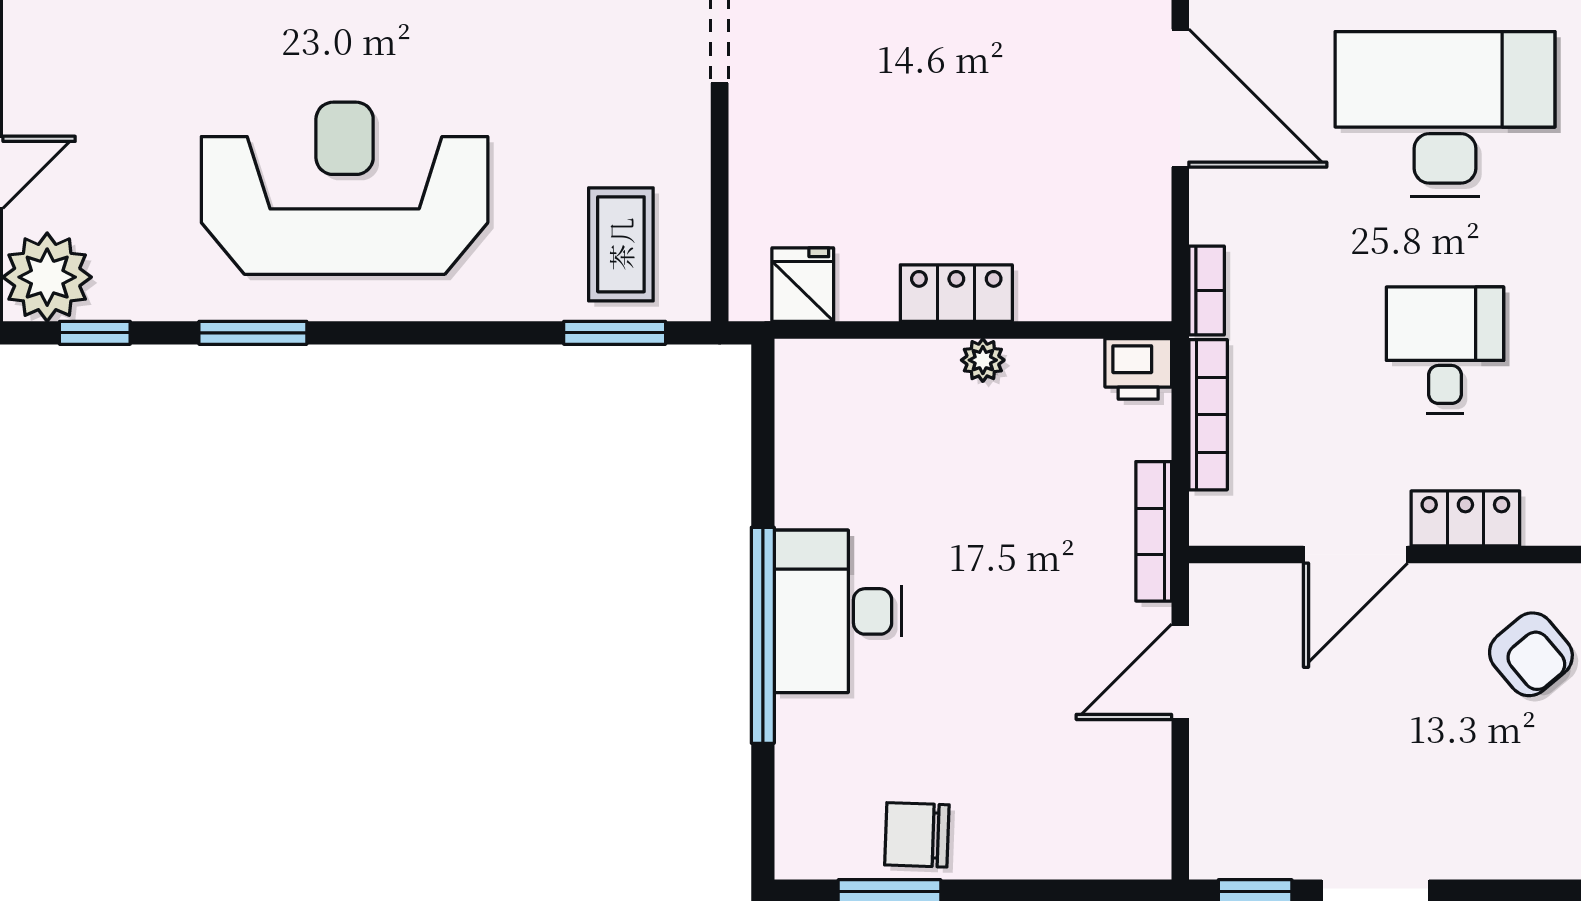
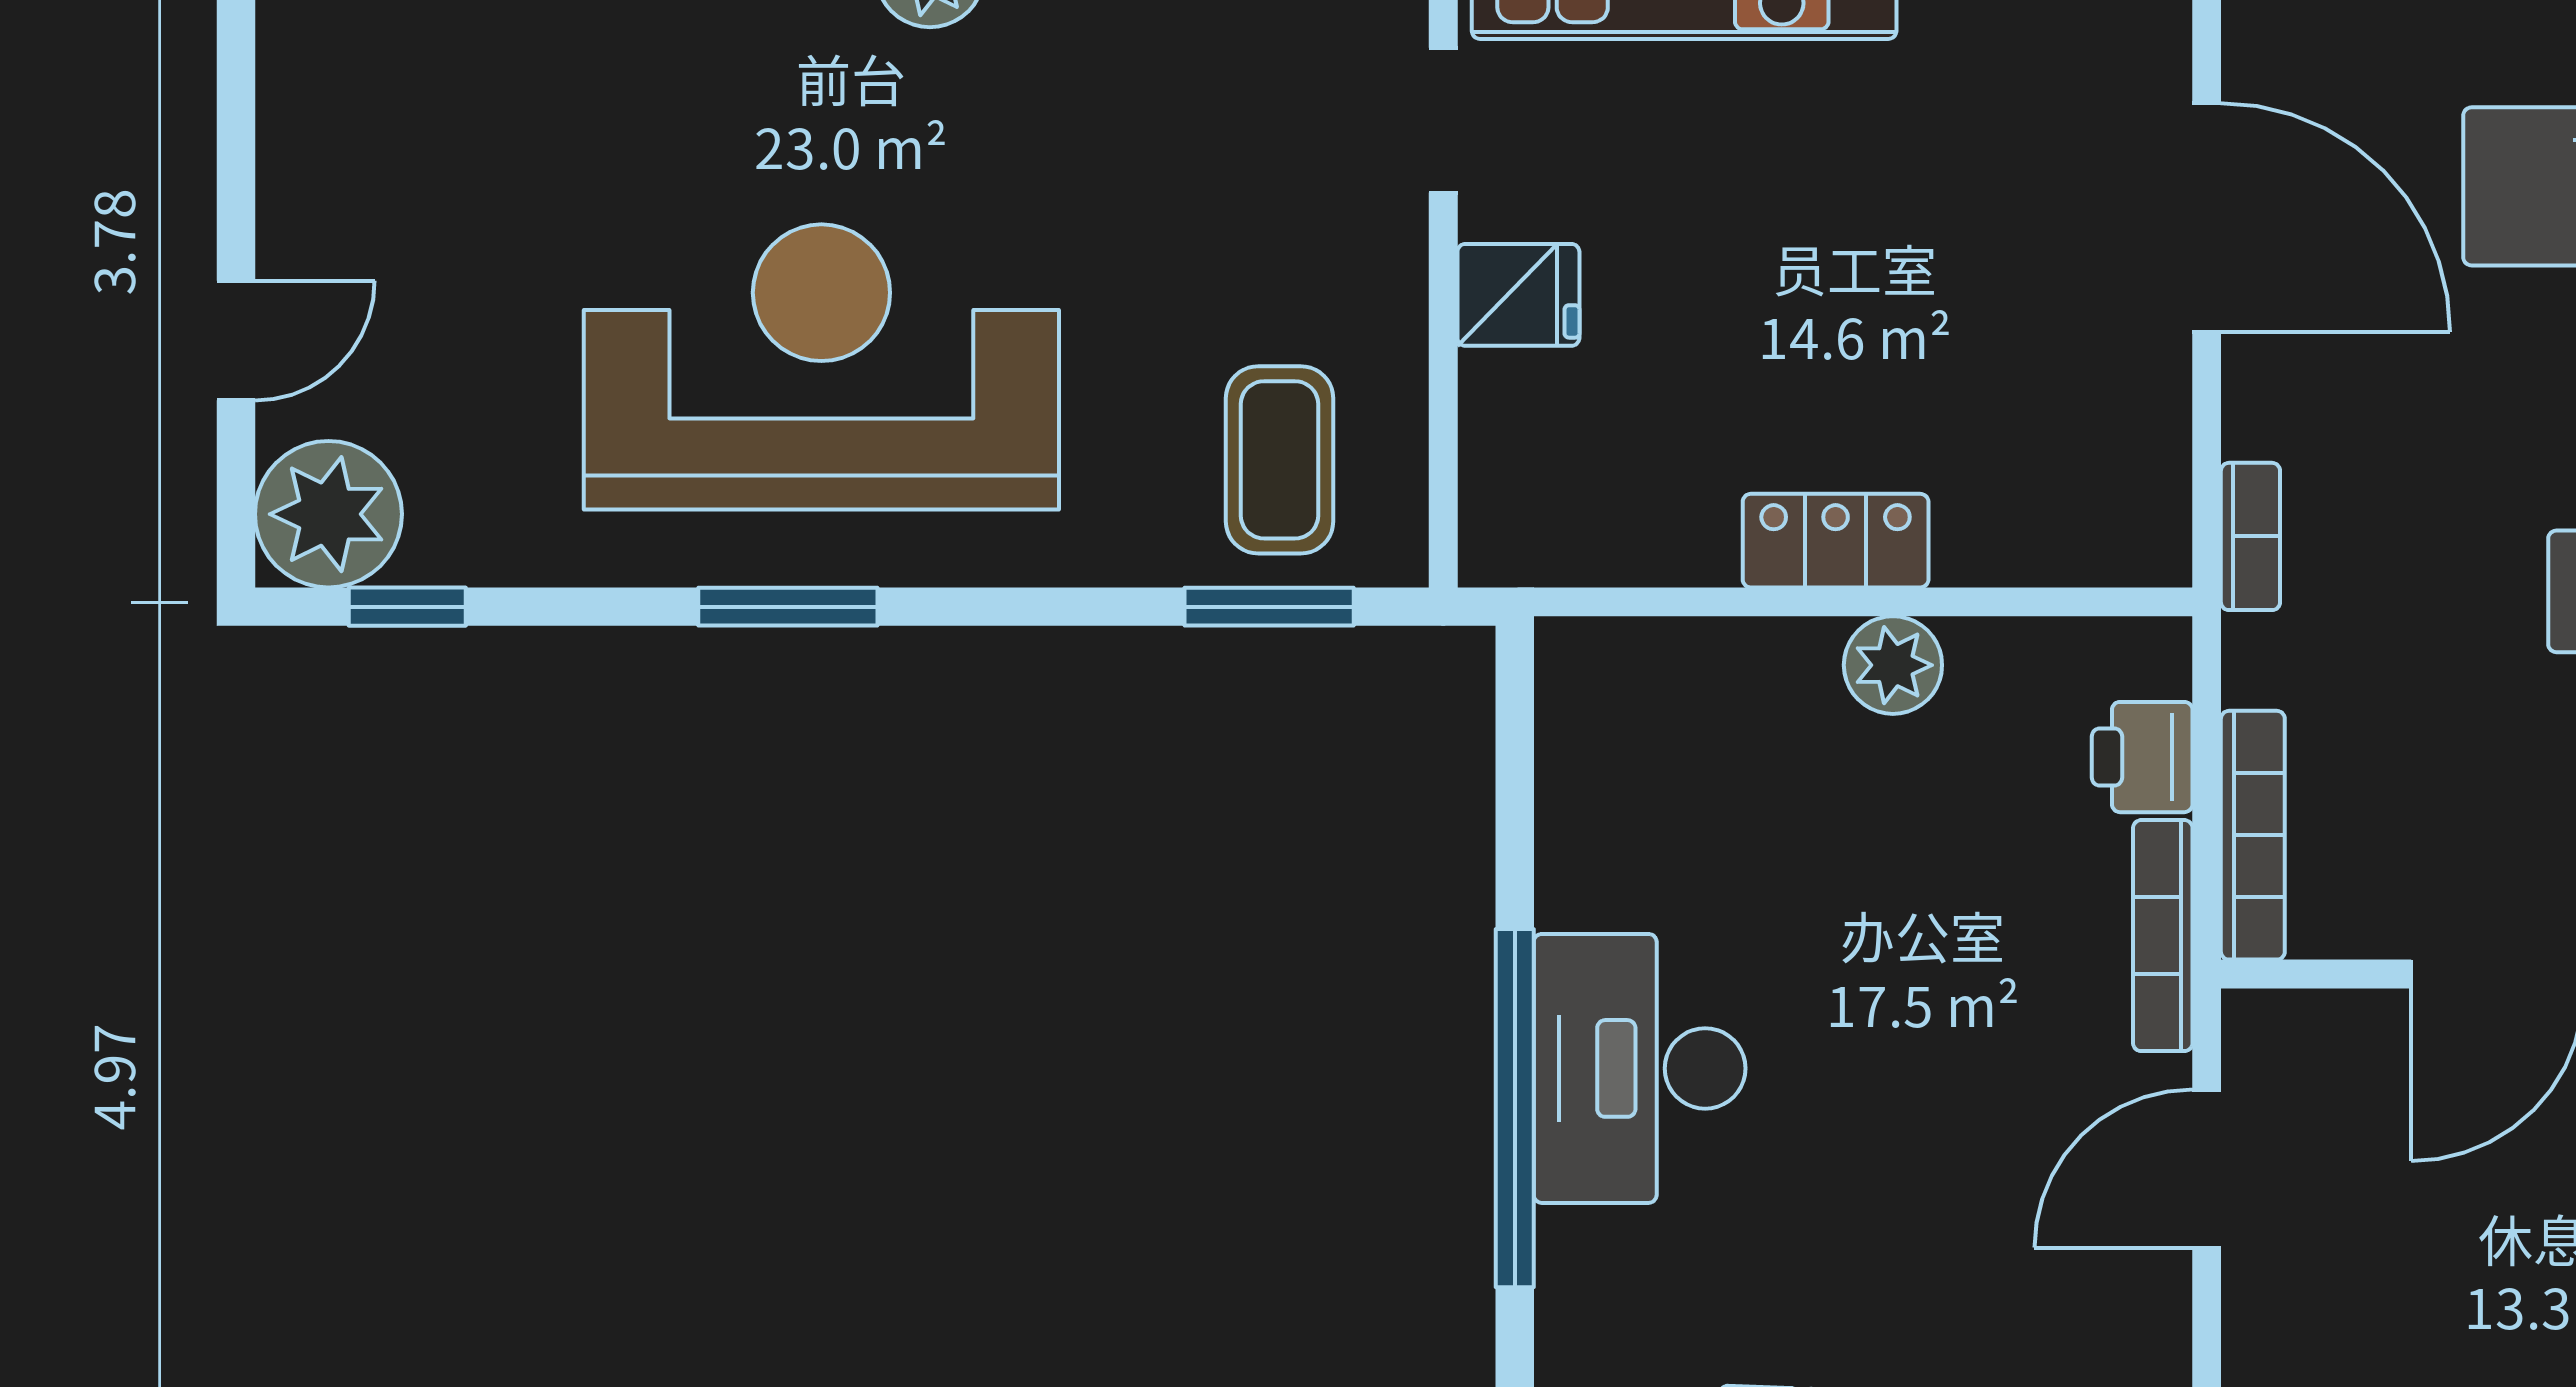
fridge: (803, 285) -> (1518, 295), moved, turned 90
window: (253, 333) -> (788, 607), moved
plant: (983, 360) -> (1893, 665), width x1.38, depth x1.38
printer: (1138, 369) -> (2142, 757), moved, turned 90
bookcase: (1208, 415) -> (2253, 835), moved

